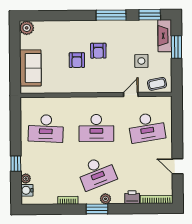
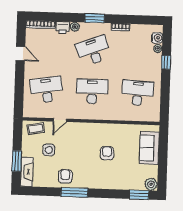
window: (150, 15) -> (139, 195), moved
armchair: (98, 51) -> (65, 176), moved
plant: (105, 199) -> (75, 27), moved

